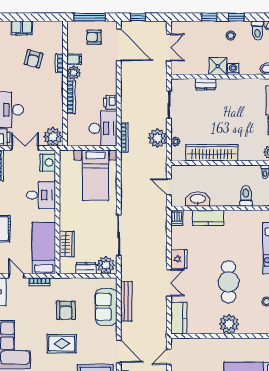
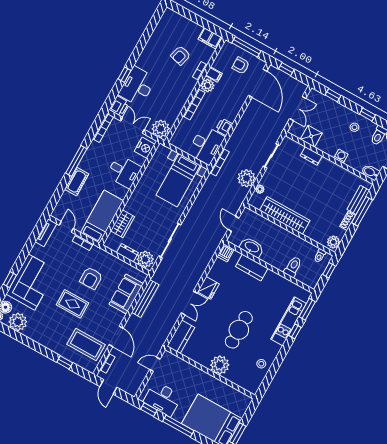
window: (209, 17) -> (333, 95), moved
filing cabinet: (22, 28) -> (210, 38), moved
shower: (218, 66) -> (311, 136), moved

